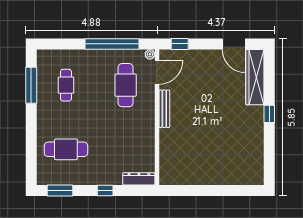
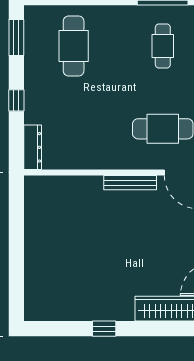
cafe table: (66, 85) -> (163, 46), turned 90
window: (269, 114) -> (104, 329), moved

